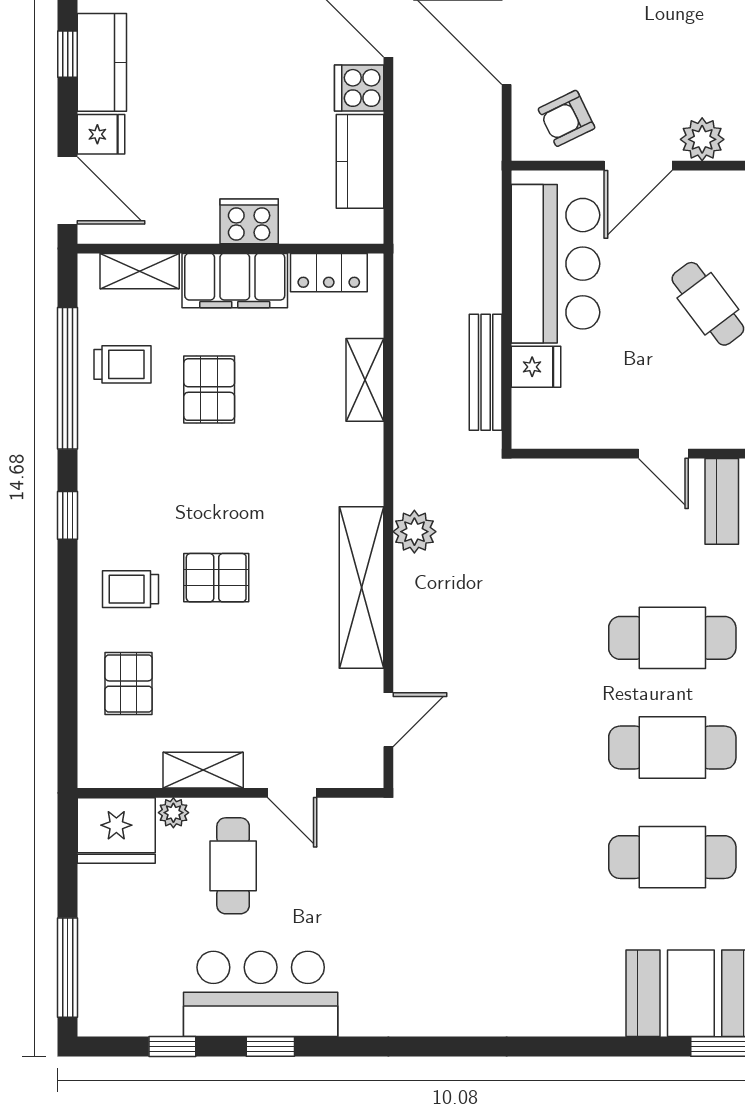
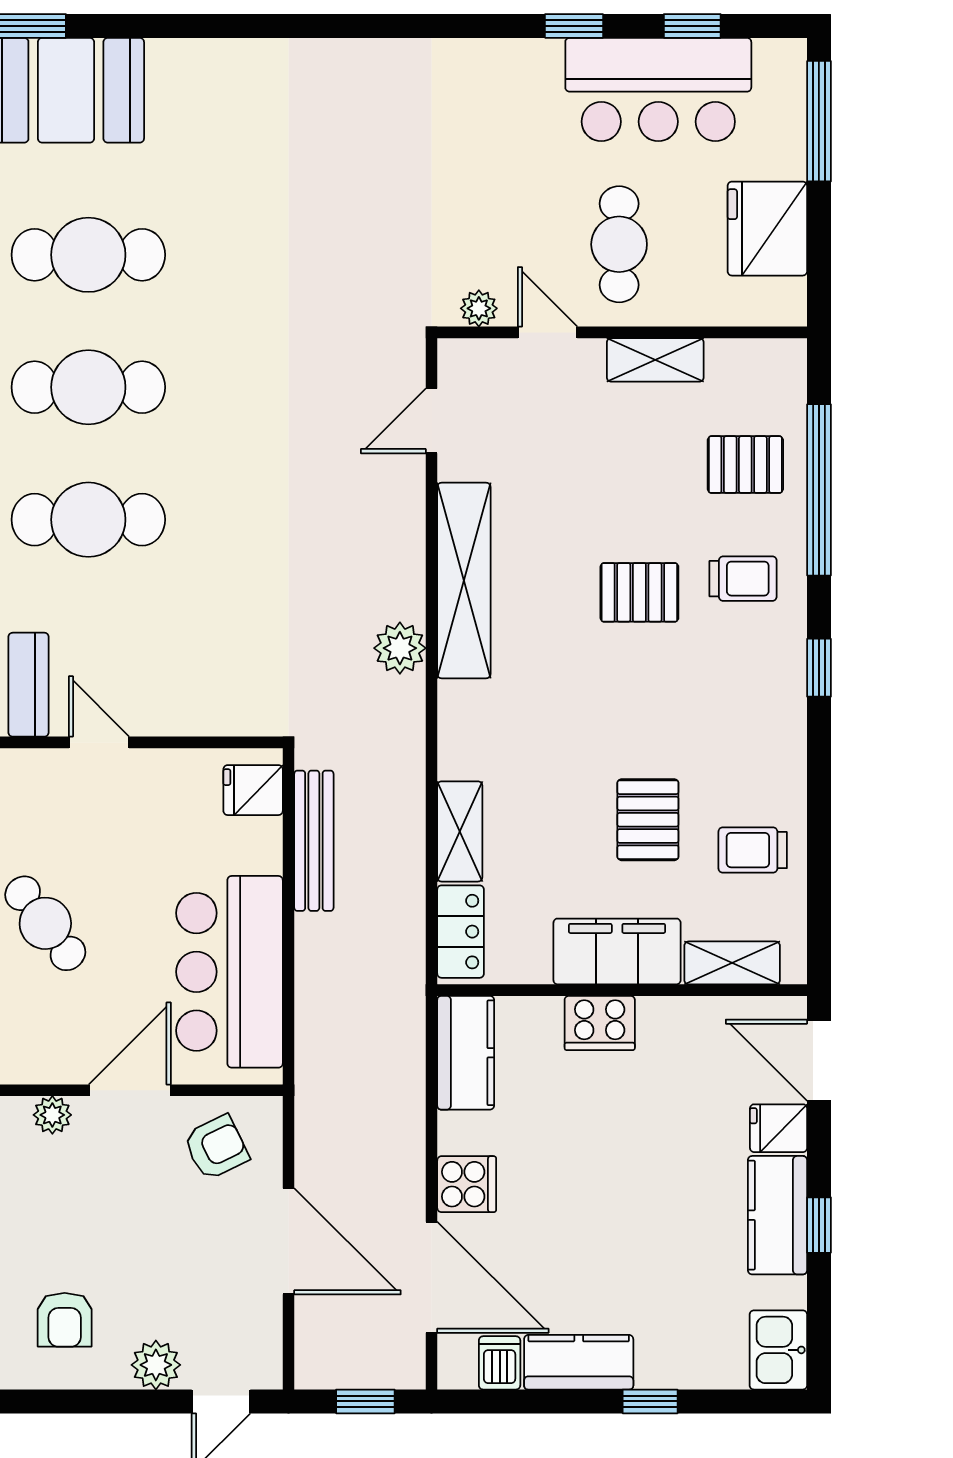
plant: (702, 139) -> (52, 1115), width x0.73, depth x0.73
kitchen counter: (360, 161) -> (466, 1053), moved
locker: (329, 273) -> (461, 932), moved, turned 90
fridge: (536, 367) -> (253, 790), moved
window: (68, 378) -> (819, 490), moved
pallet: (129, 684) -> (745, 465), turned 90
plant: (173, 813) -> (479, 308), moved
fridge: (116, 830) -> (767, 229), moved, turned -90
bar counter: (261, 994) -> (658, 90), moved

